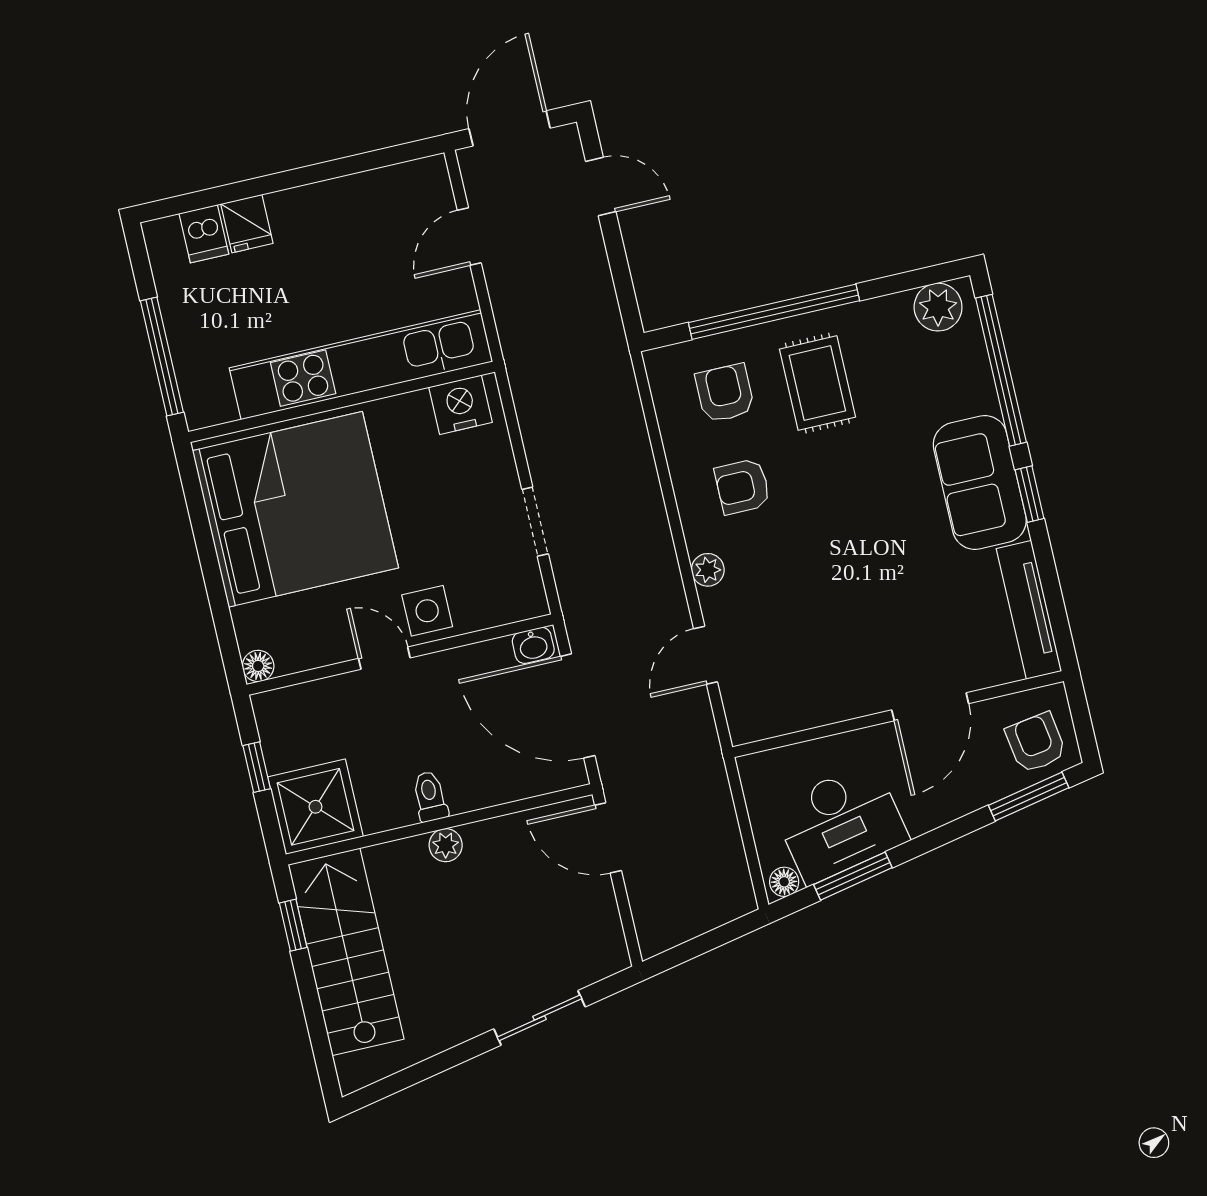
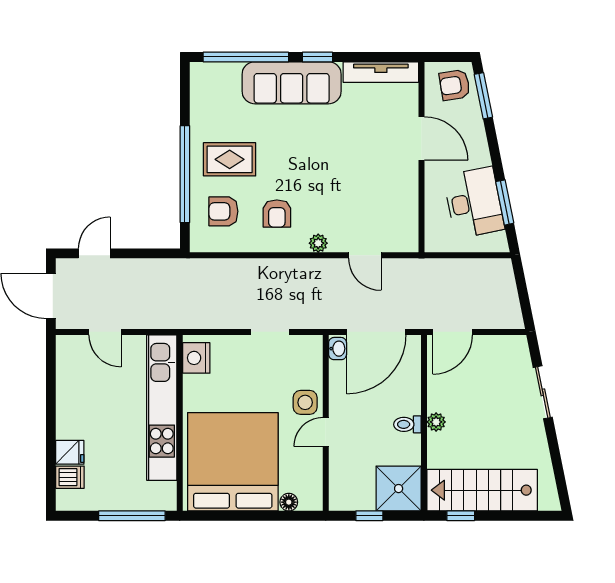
plant: (938, 307) -> (203, 84), removed
sofa: (980, 482) -> (292, 83), width x1.36
floor lamp: (258, 666) -> (289, 502), moved
floor lamp: (784, 882) -> (499, 241), removed

